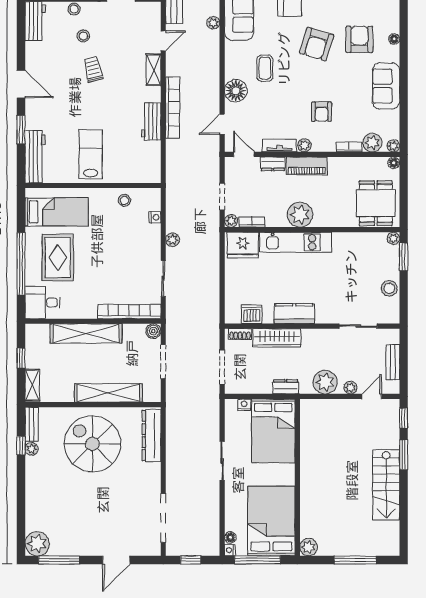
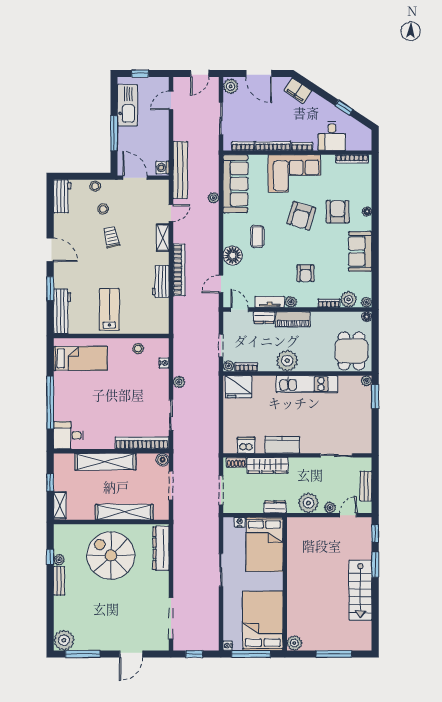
kitchen unit: (296, 242) -> (307, 384), moved
rug: (58, 258) -> (81, 397), removed
stool: (389, 288) -> (363, 423), removed
bench: (32, 424) -> (59, 581), moved
floor lamp: (230, 537) -> (228, 635), removed

